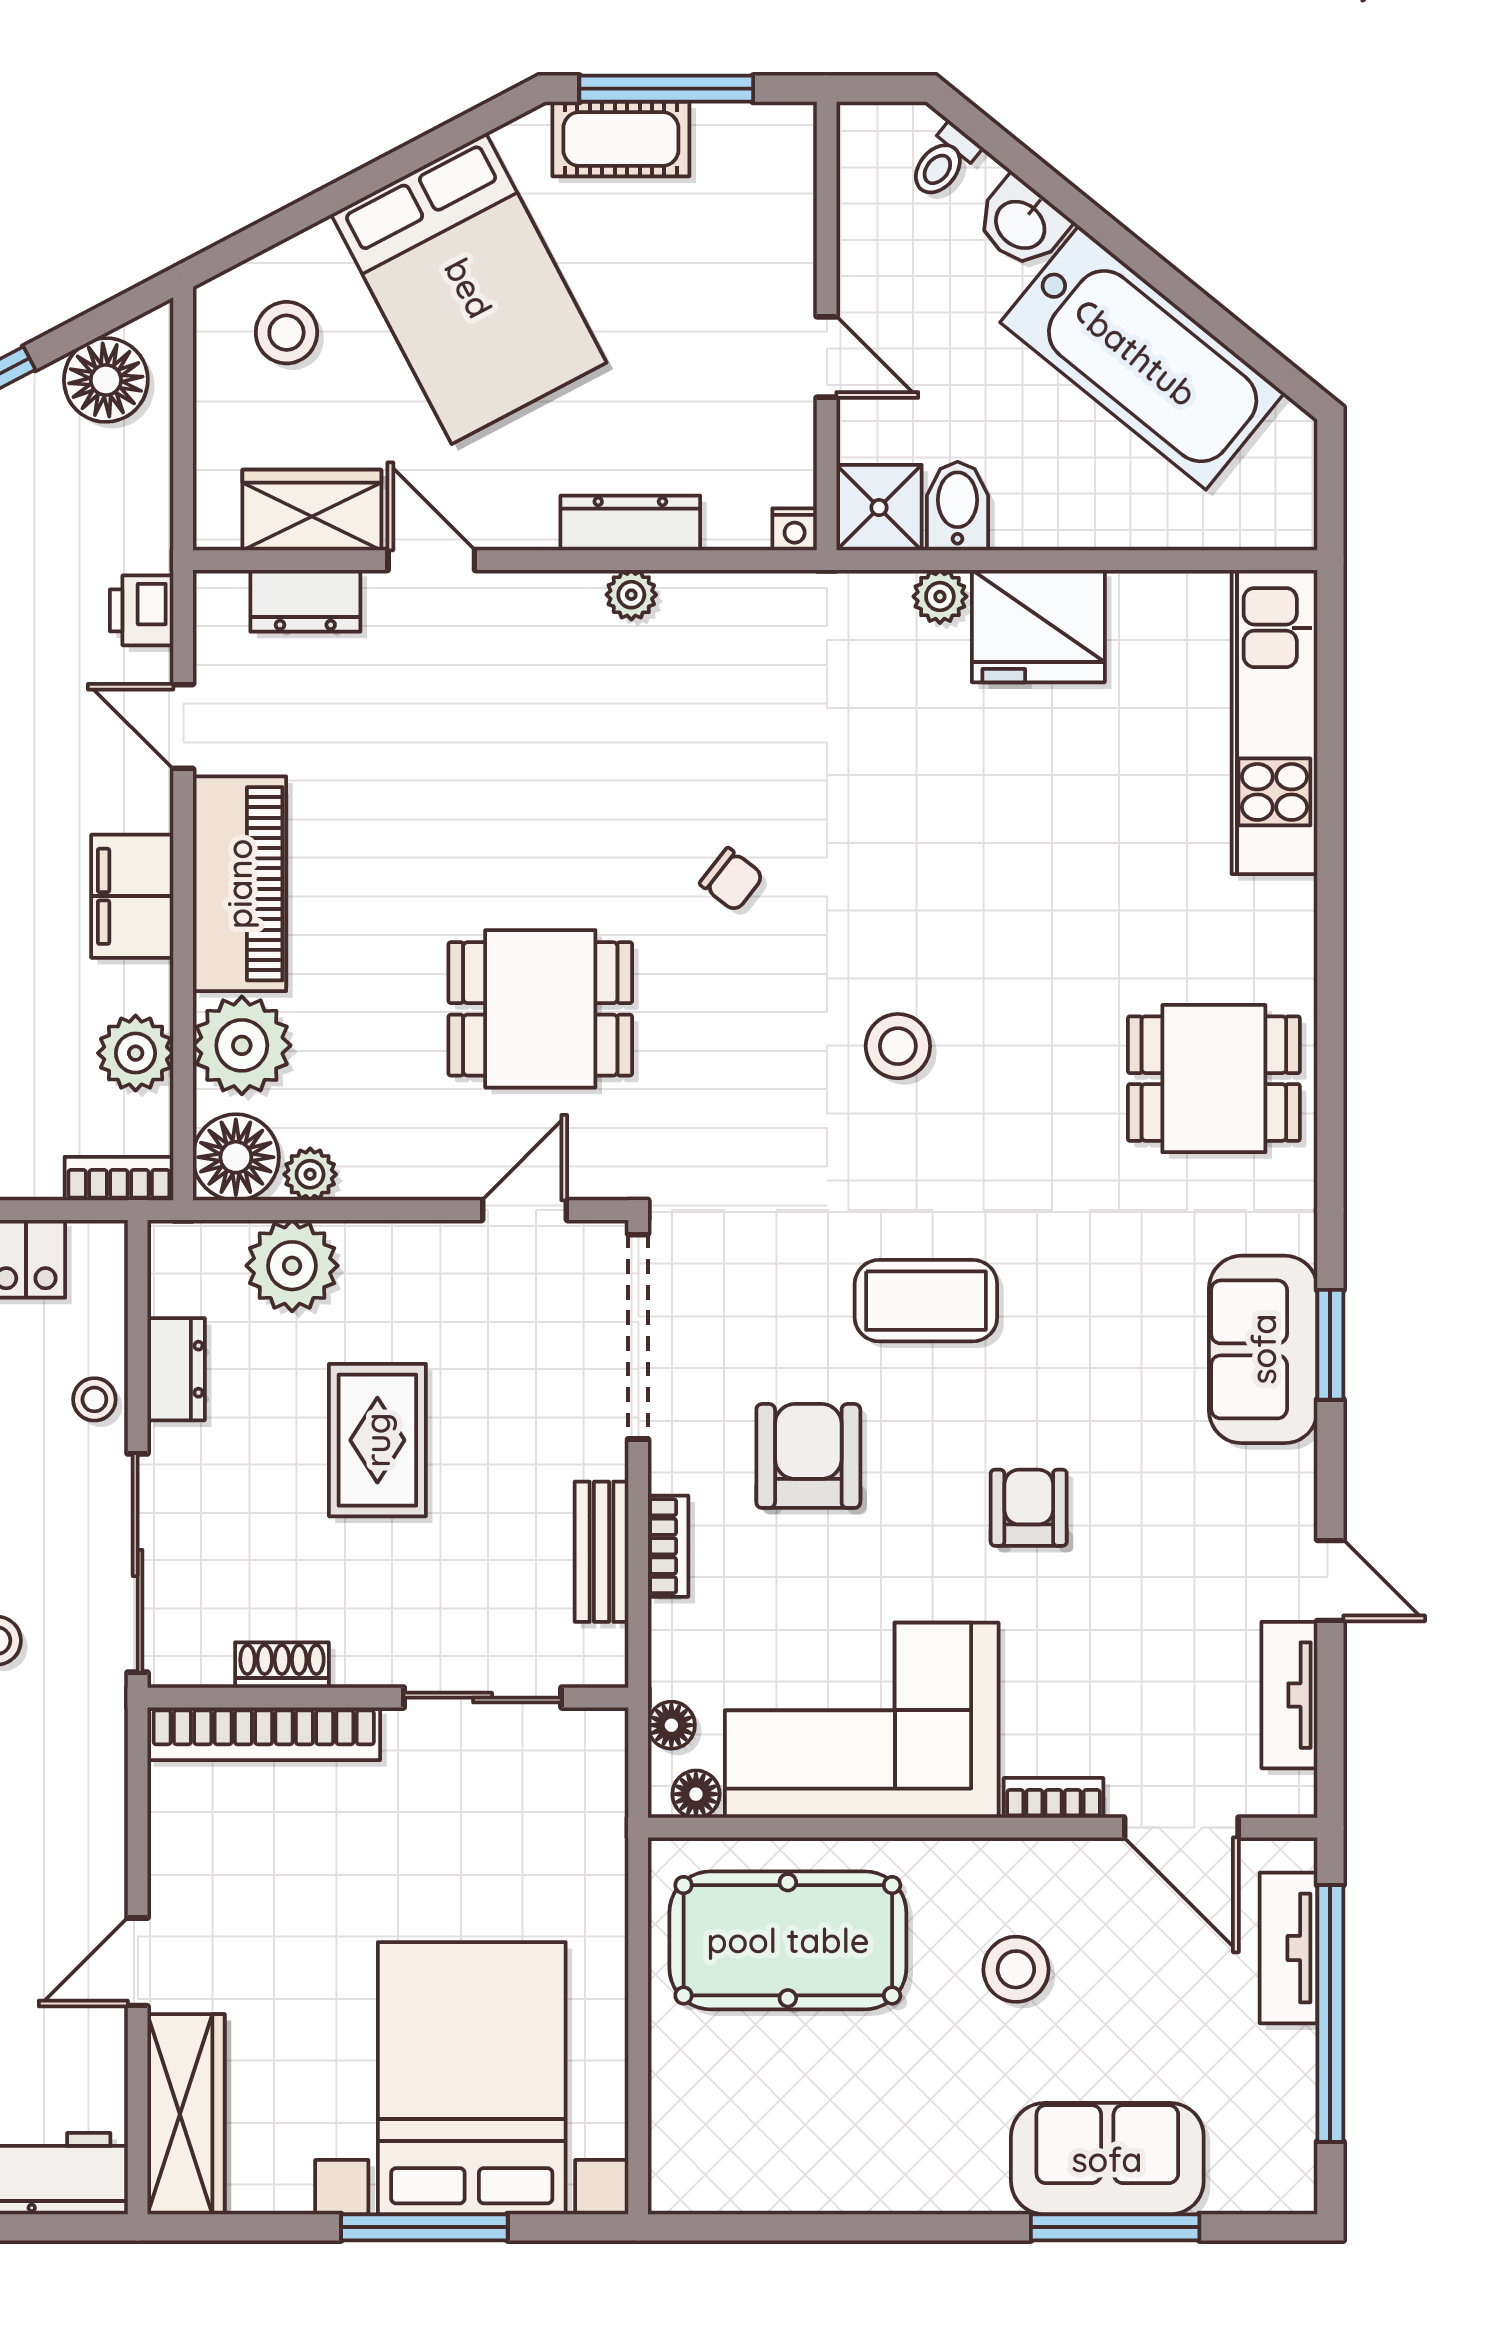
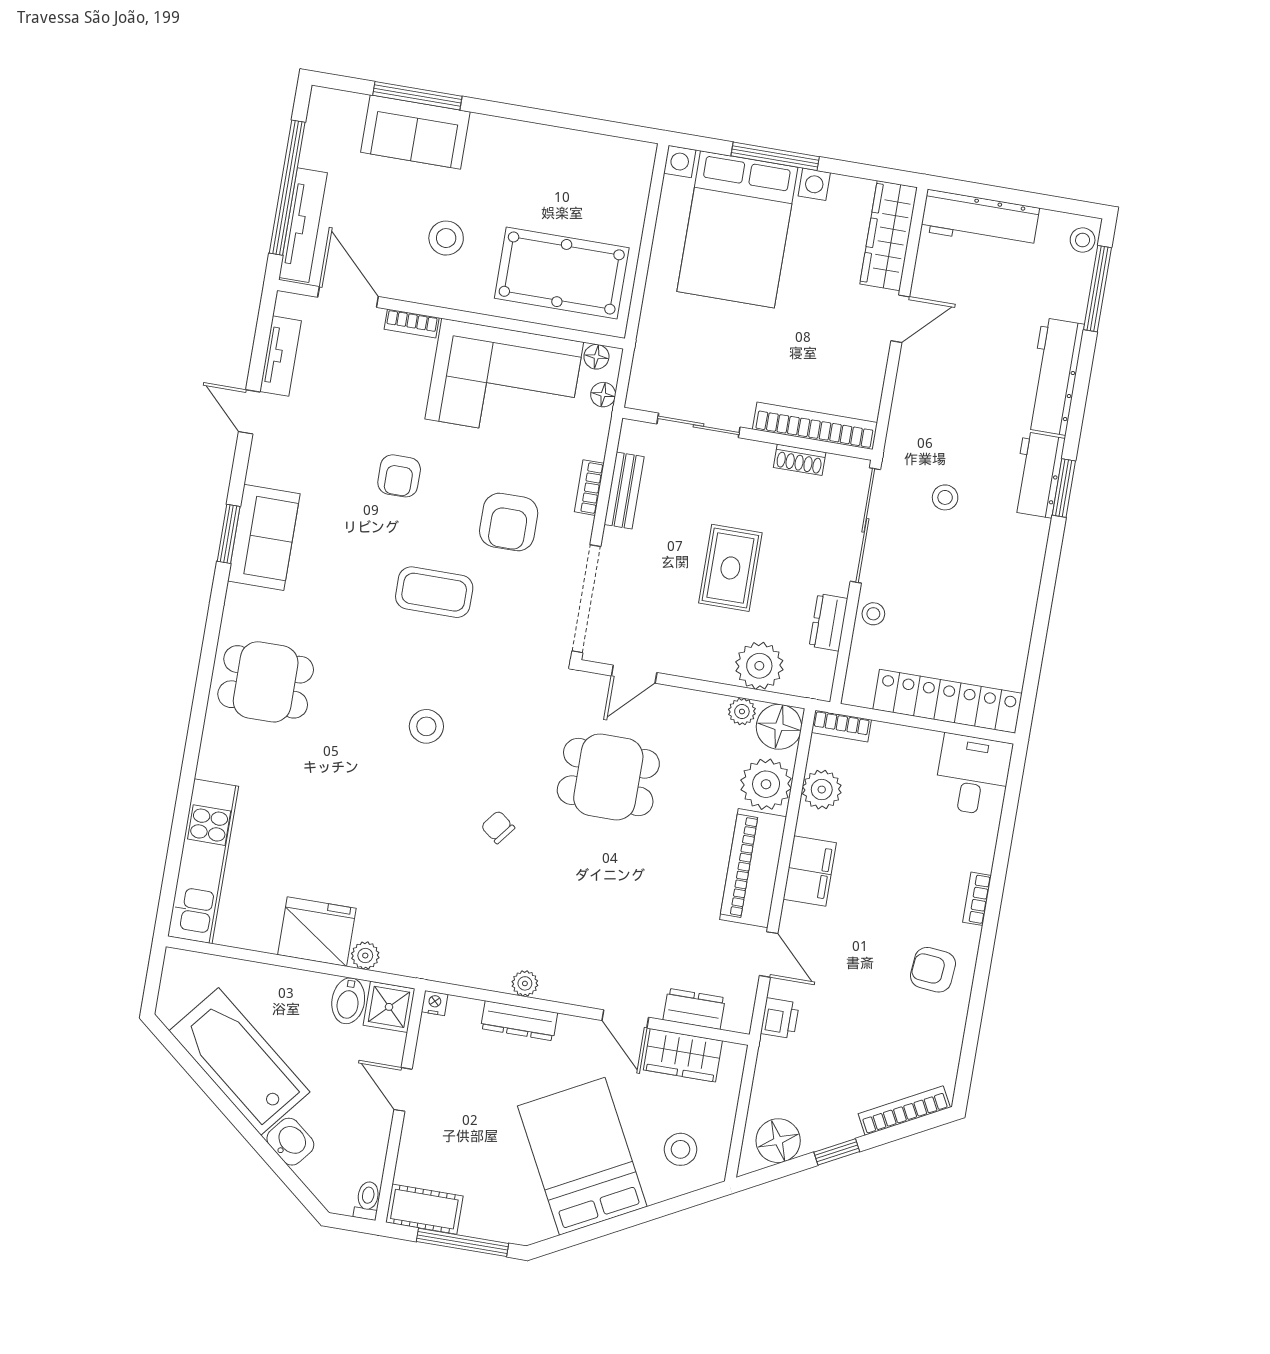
cot: (621, 139) -> (424, 1209), moved
toilet: (944, 162) -> (367, 1200), moved, turned -39
tv unit: (1289, 1948) -> (303, 225), width x1.41

